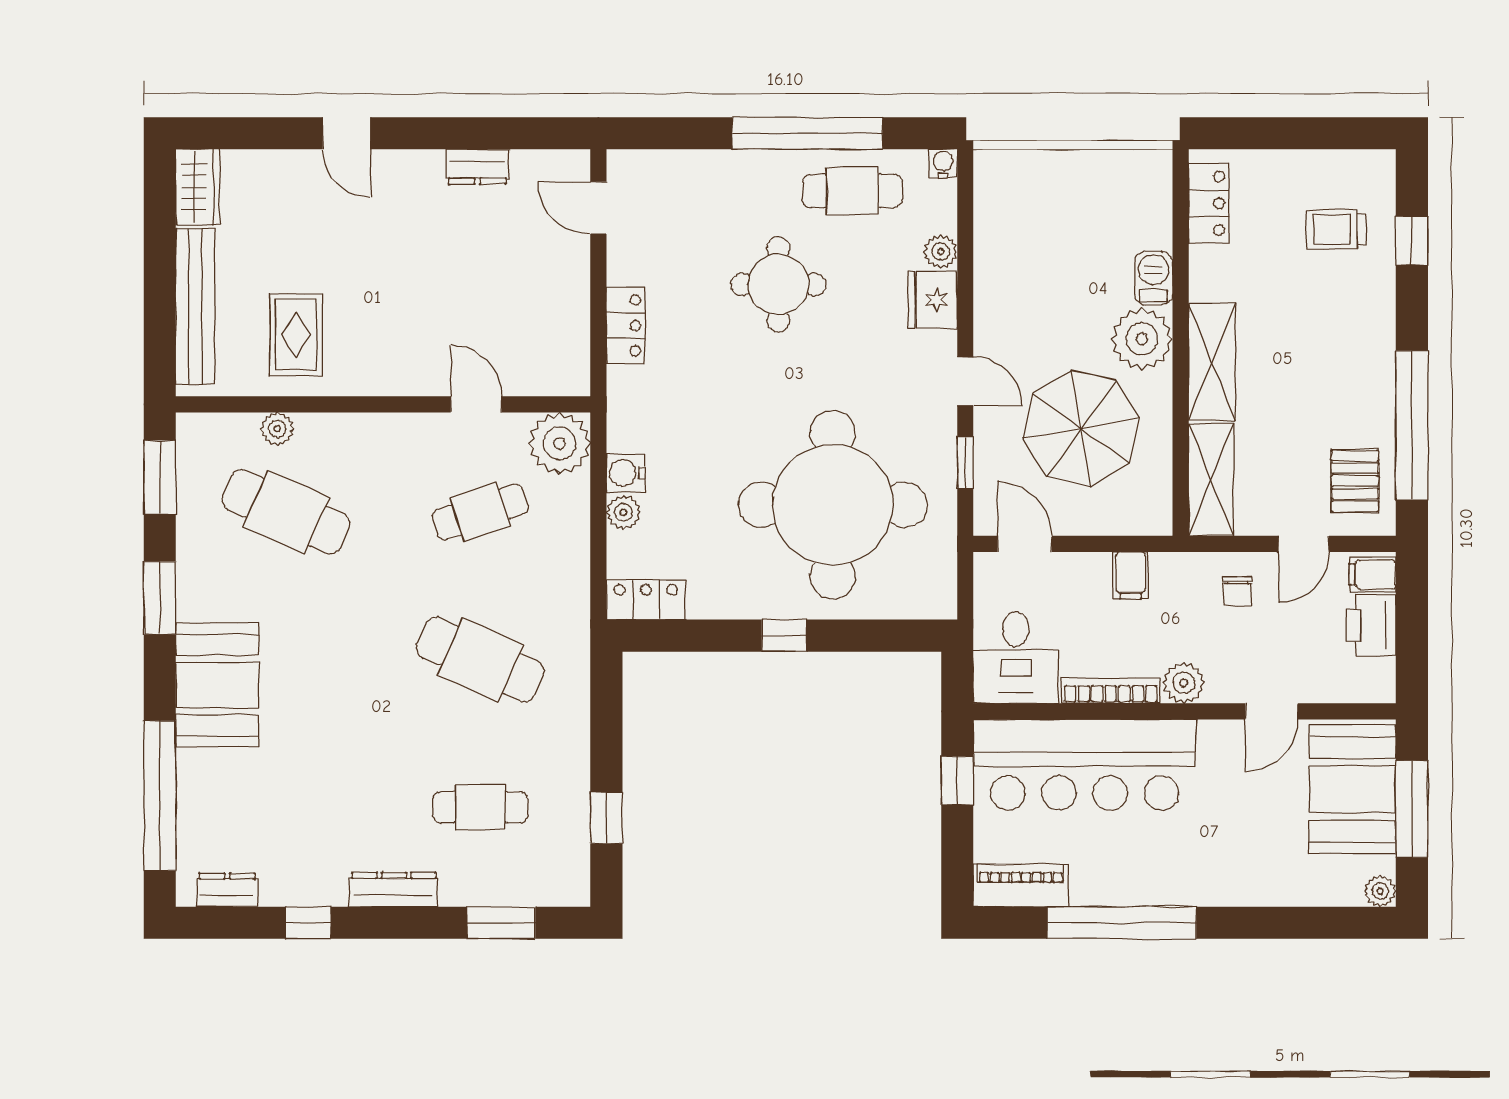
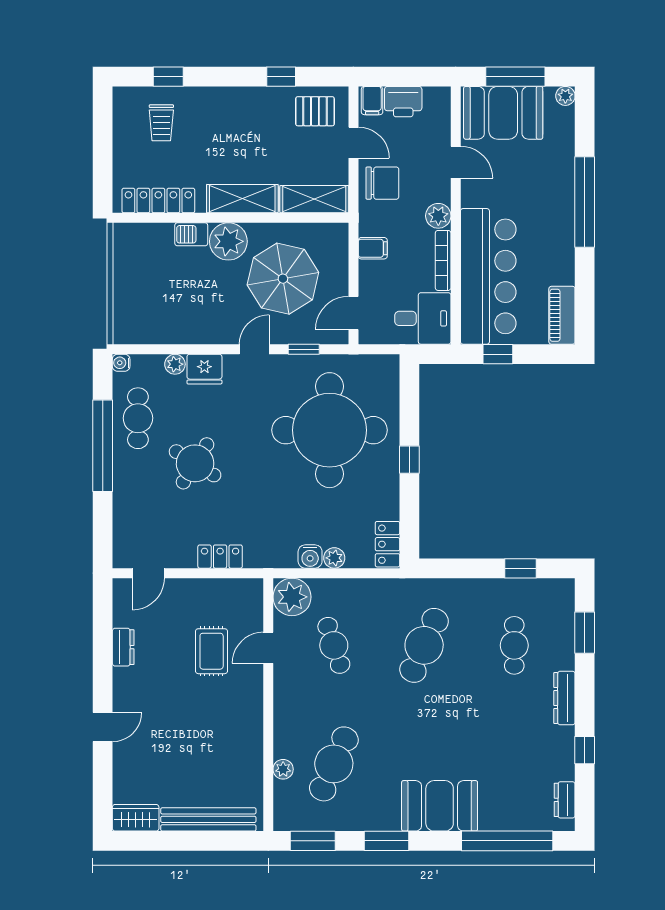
locker: (1209, 203) -> (158, 201), width x1.53
round table: (778, 284) -> (195, 463), turned 32
rug: (296, 335) -> (212, 651), moved, turned 90
window: (1412, 425) -> (281, 77), width x0.32
chair: (1237, 591) -> (382, 183), width x1.87, depth x1.87
window: (1122, 923) -> (585, 202), moved

